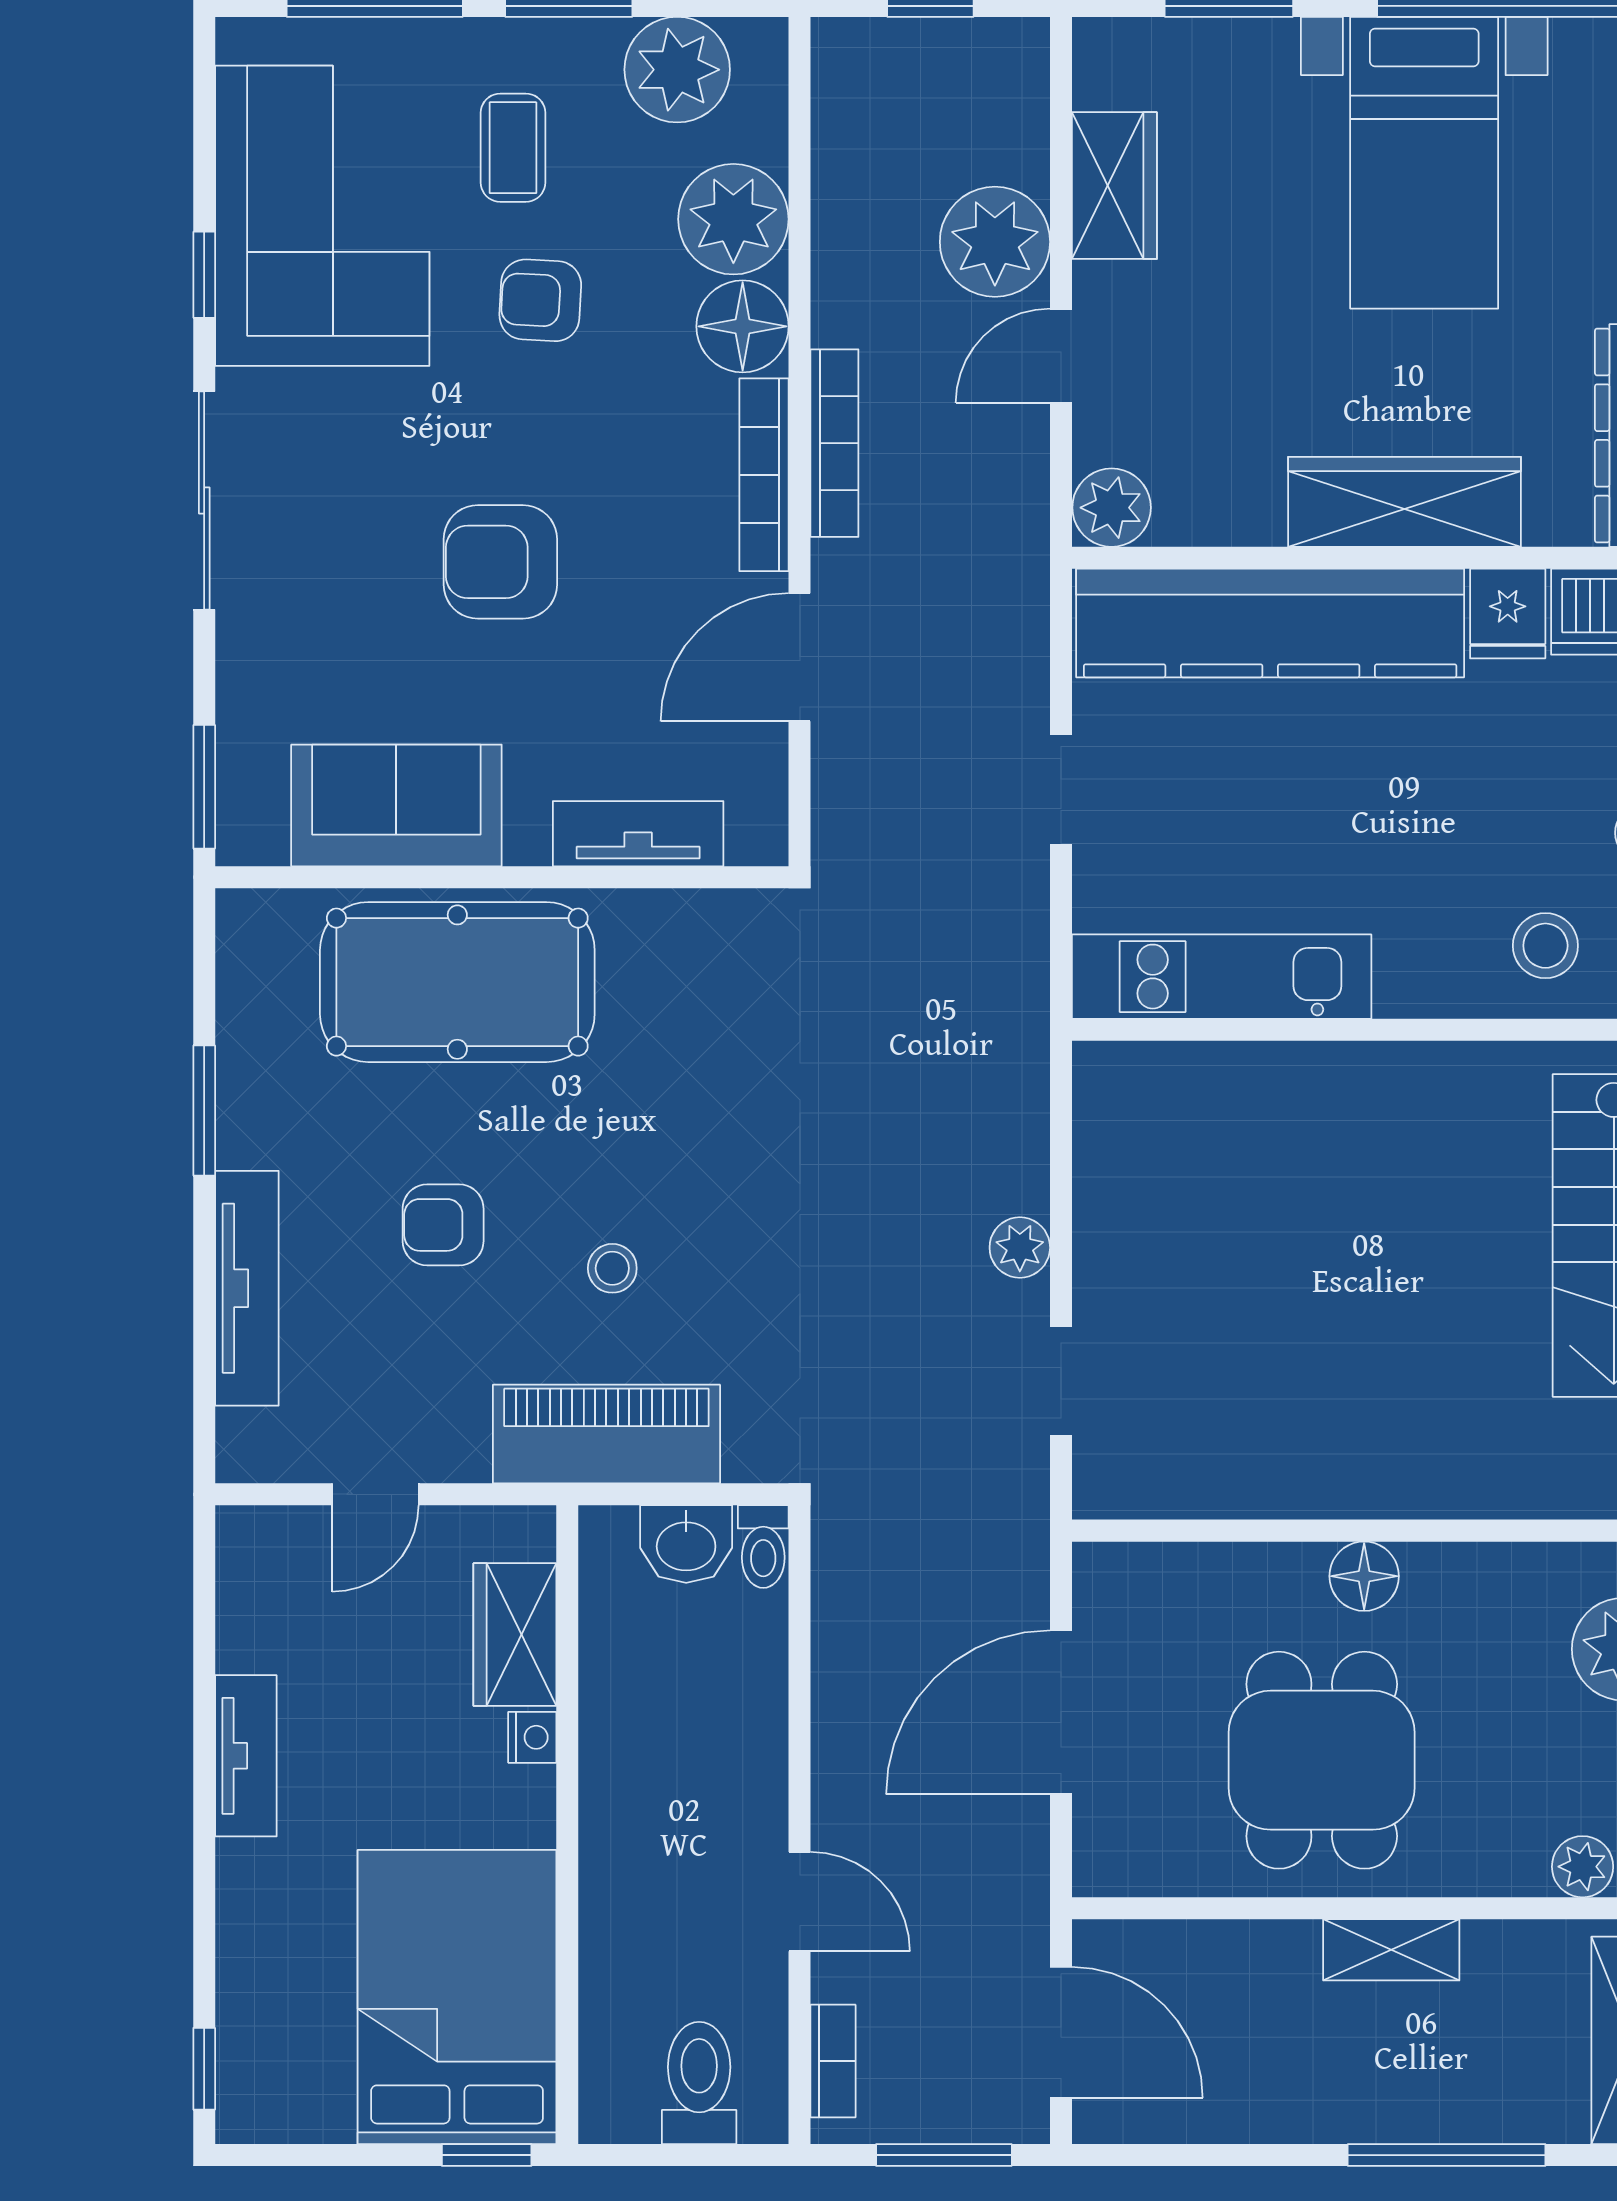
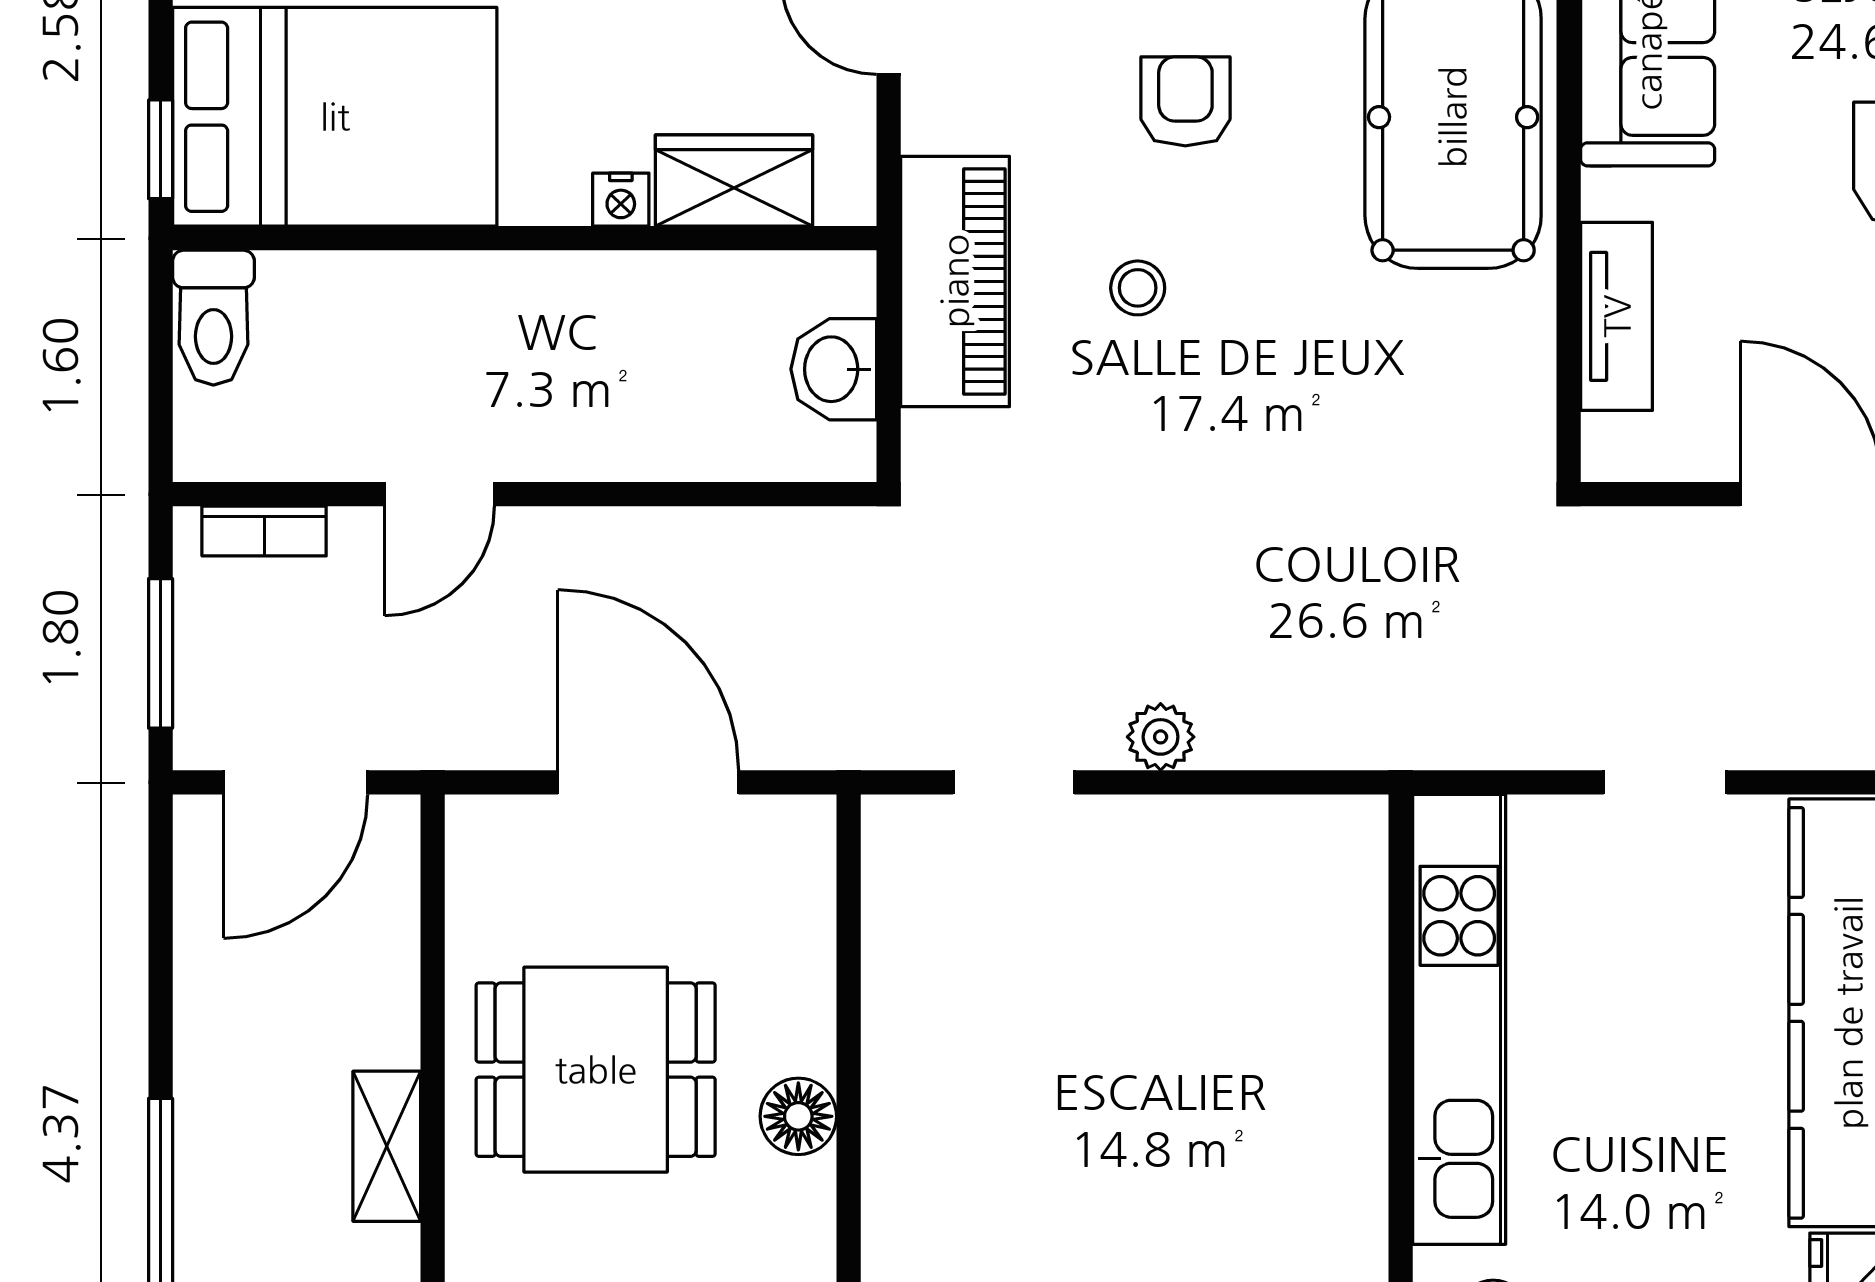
kitchen unit: (1222, 977) -> (1459, 1019), width x1.36
toilet: (763, 1547) -> (831, 454), removed
toilet: (699, 2083) -> (213, 318), moved, turned 90

